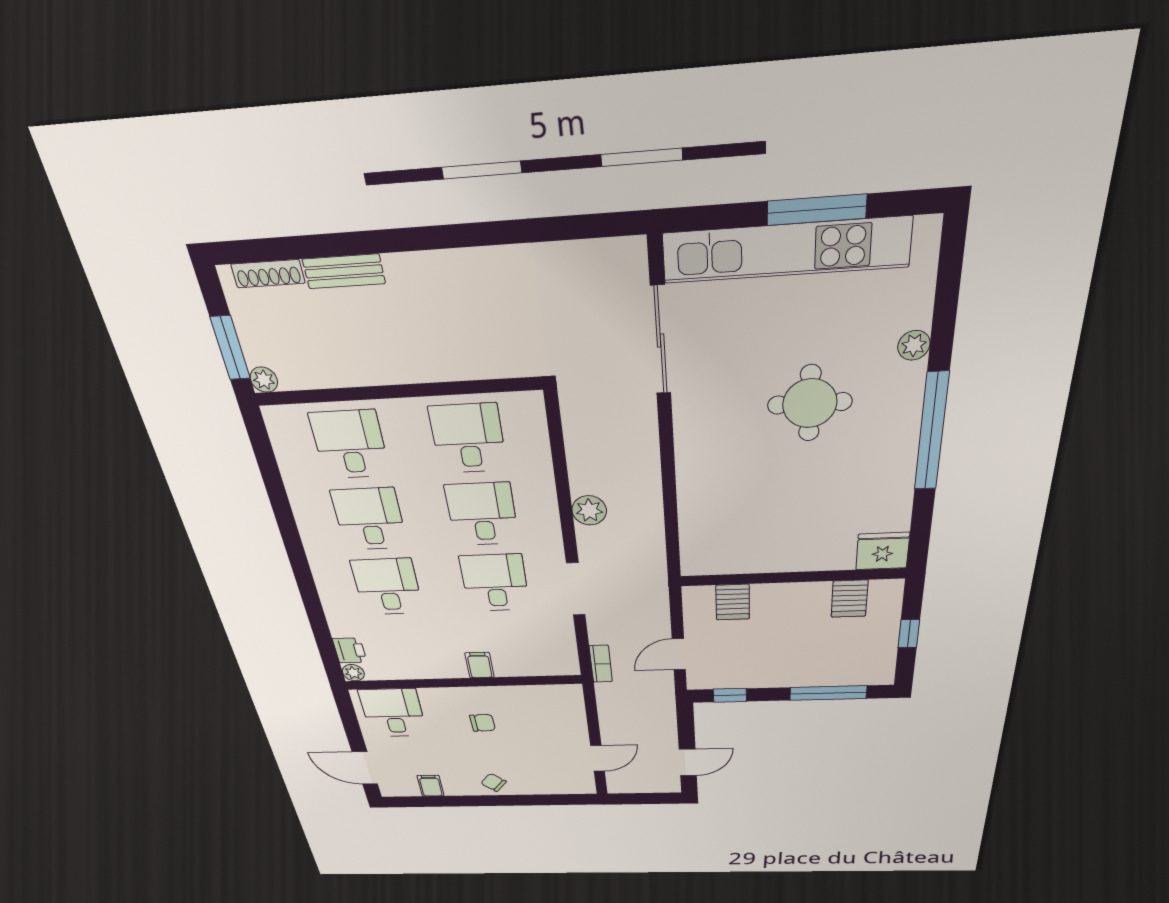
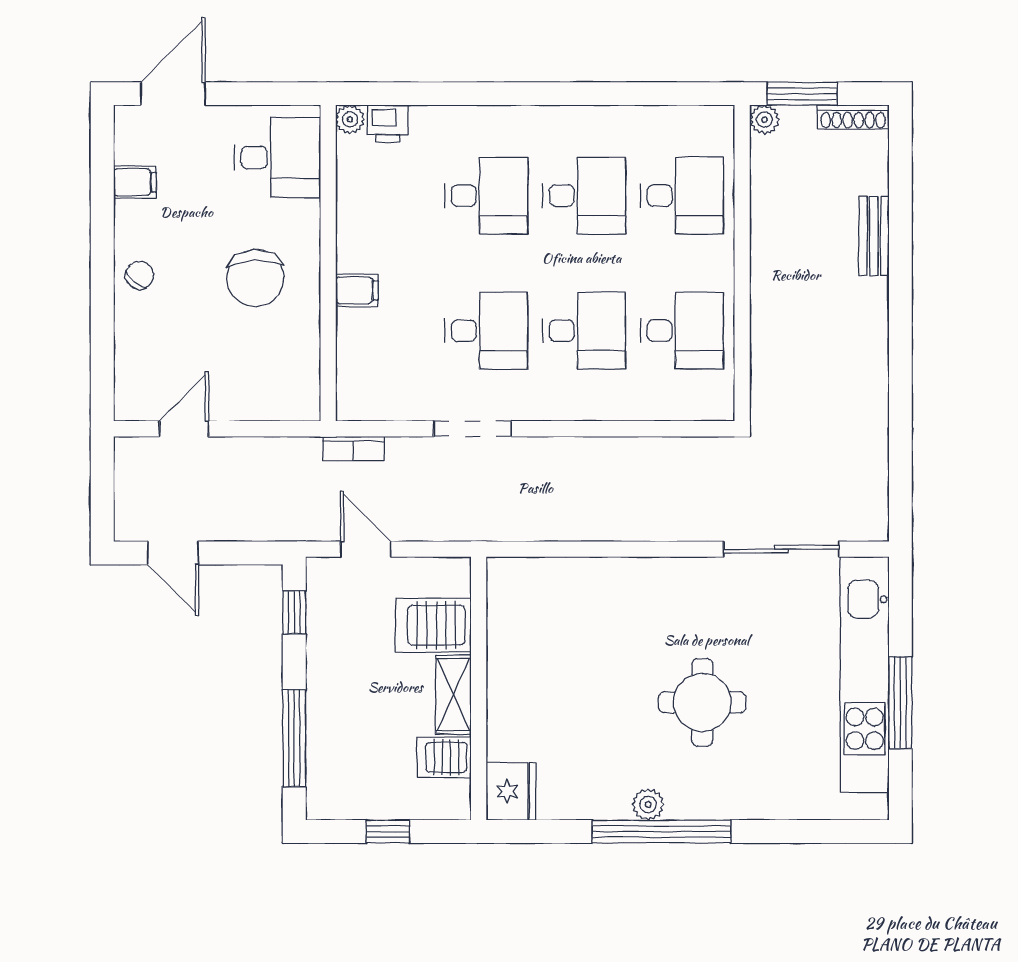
shoe rack: (268, 274) -> (853, 117), moved, turned -90
plant: (914, 345) -> (648, 804), moved
plant: (589, 510) -> (583, 456), removed
shelving: (797, 594) -> (453, 695), added
server rack: (733, 602) -> (433, 625), width x1.36, depth x1.44
chair: (483, 723) -> (255, 278), width x1.87, depth x1.87
door: (598, 758) -> (184, 429), swing flipped

